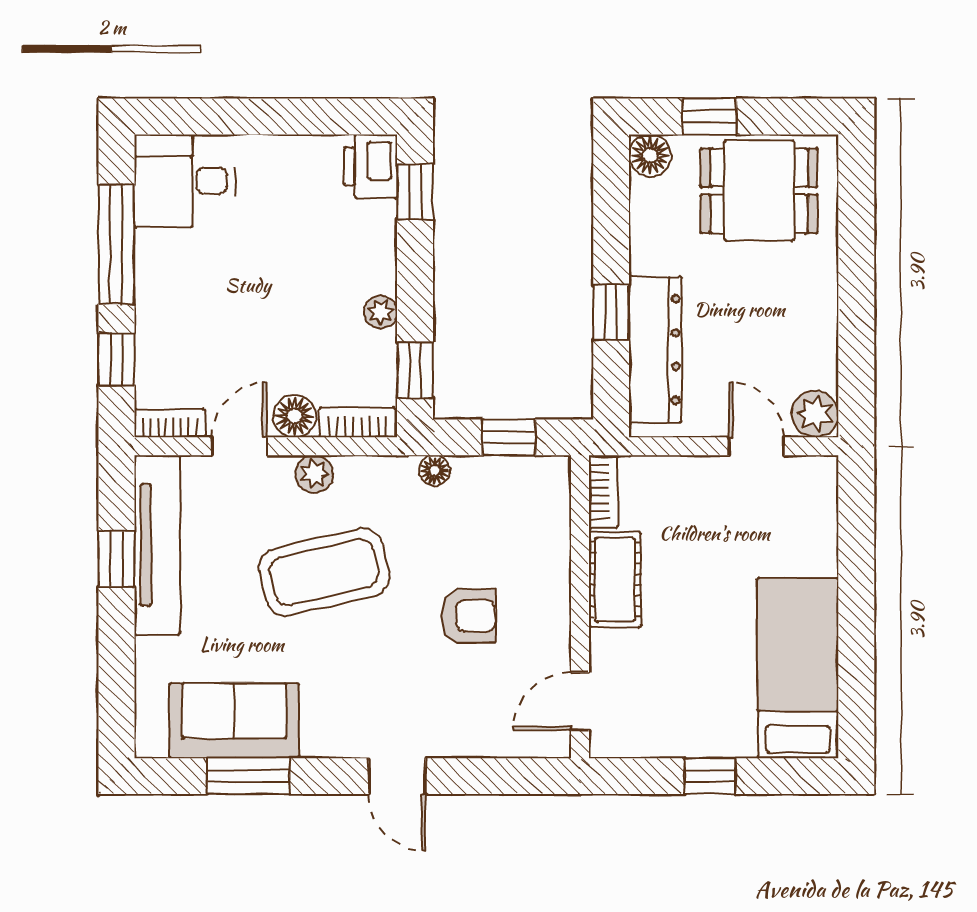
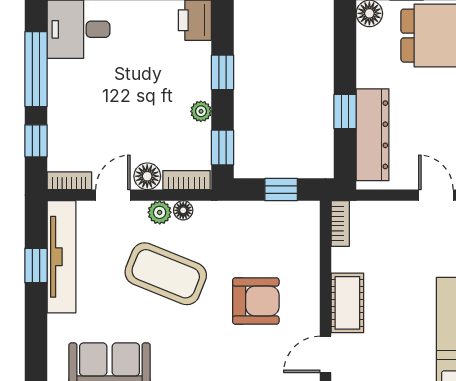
window: (415, 192) -> (223, 72), moved
floor lamp: (435, 471) -> (183, 210), moved
coffee table: (324, 572) -> (166, 274), turned 35
cot: (615, 580) -> (347, 303), moved
armchair: (468, 616) -> (256, 301), width x1.38, depth x1.38

